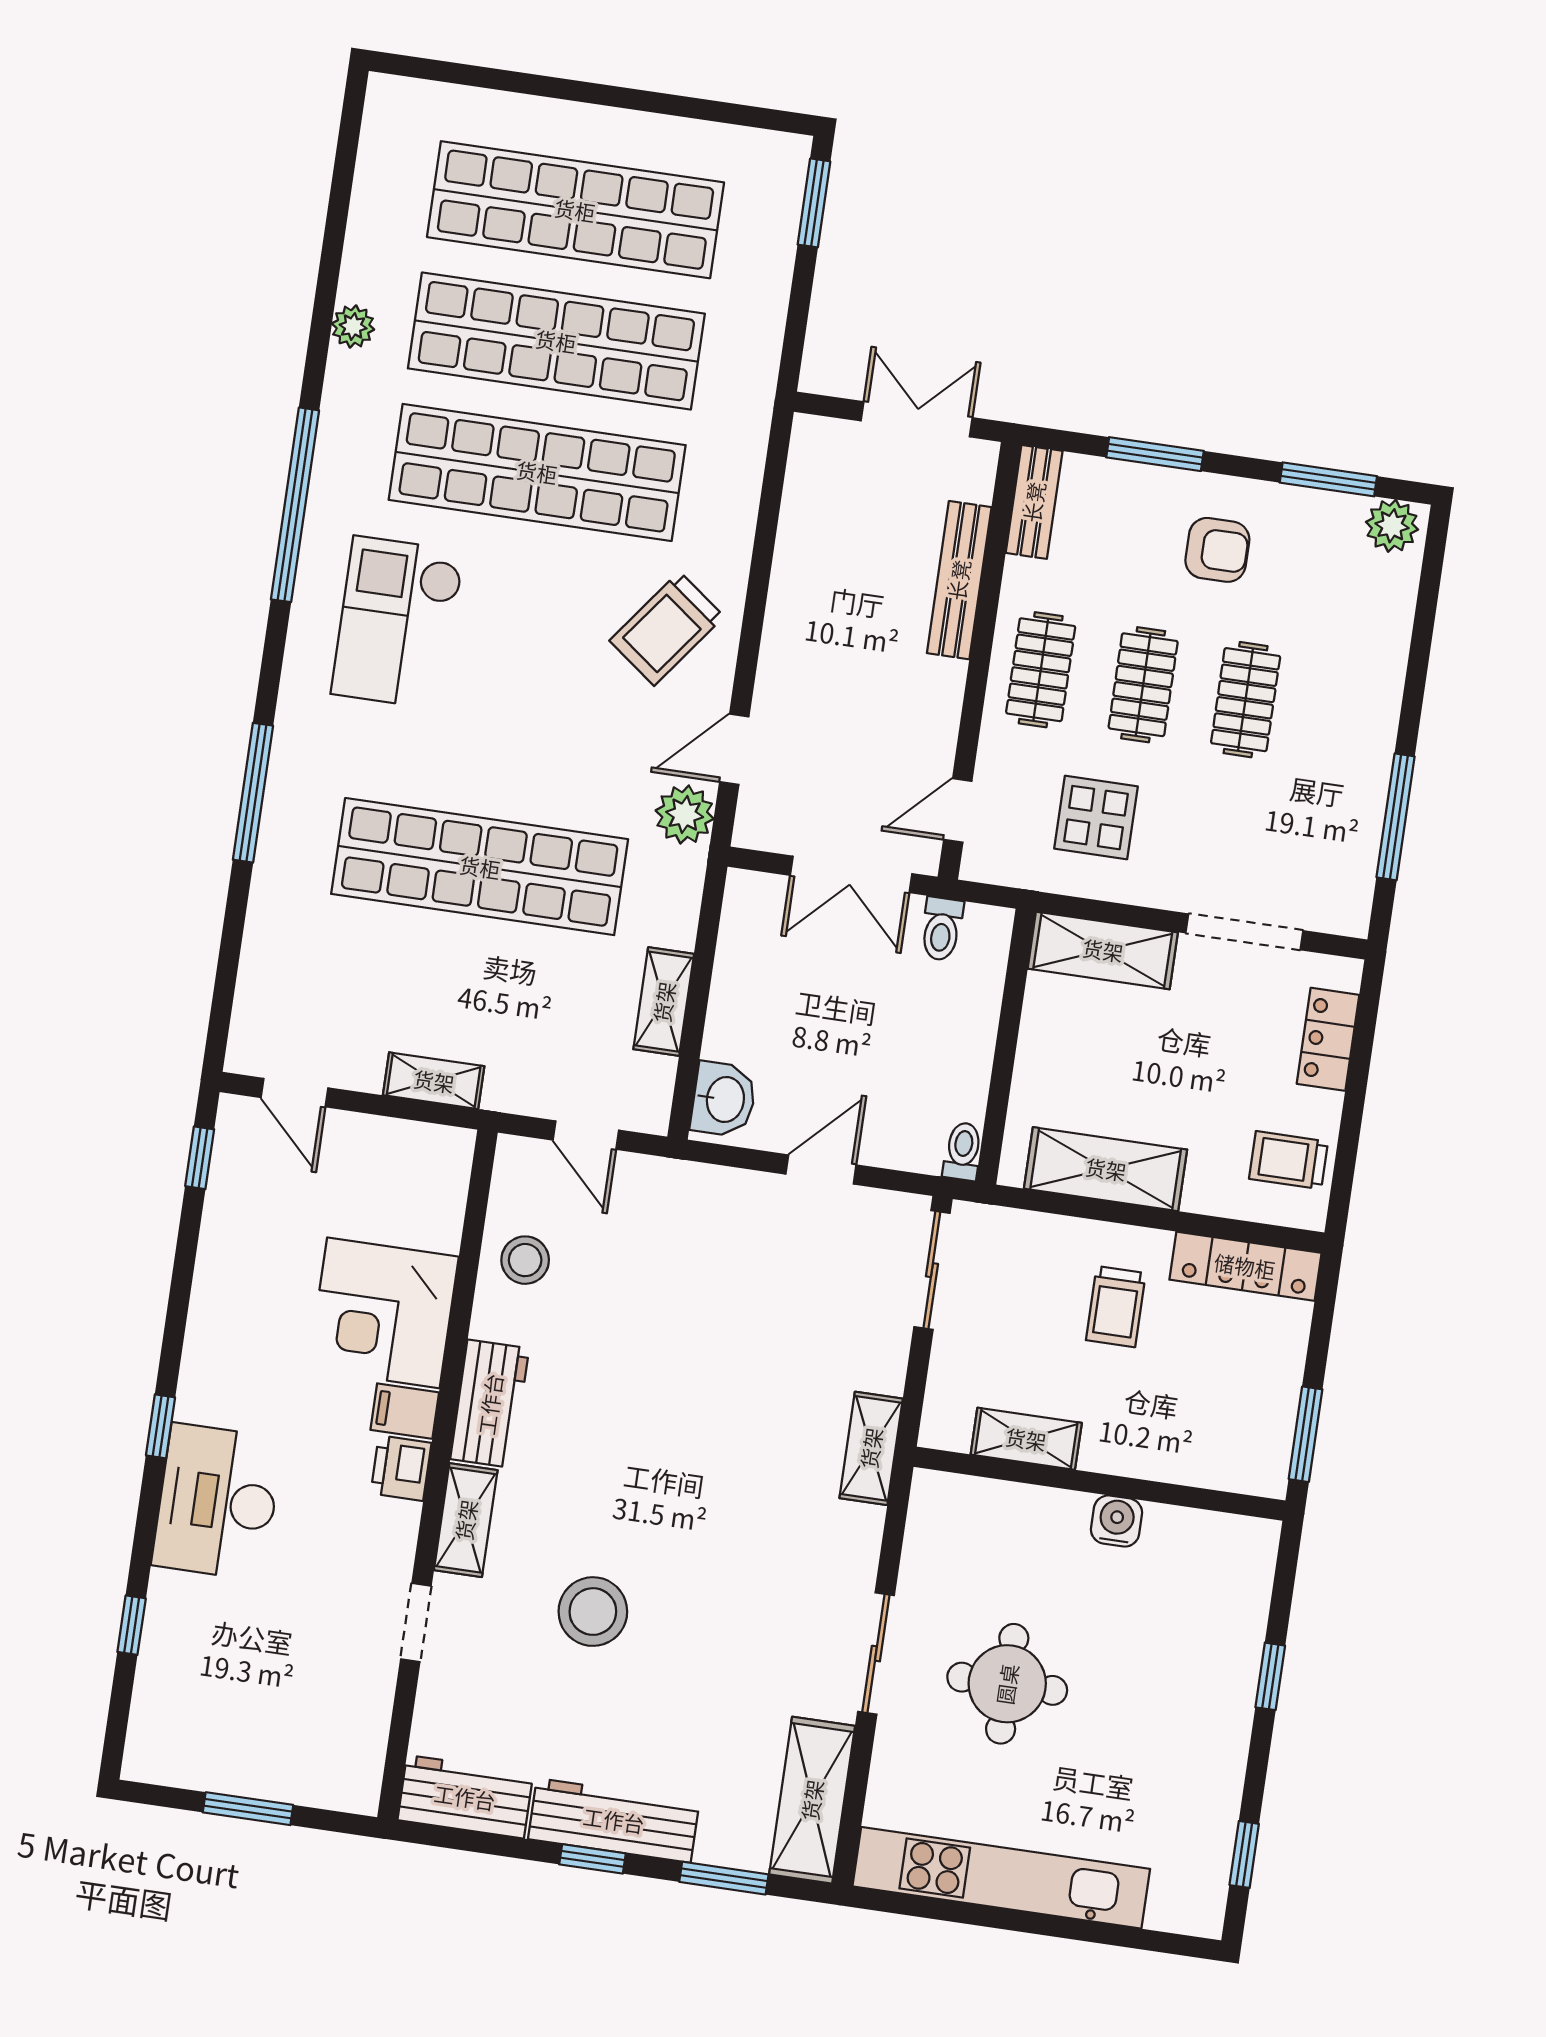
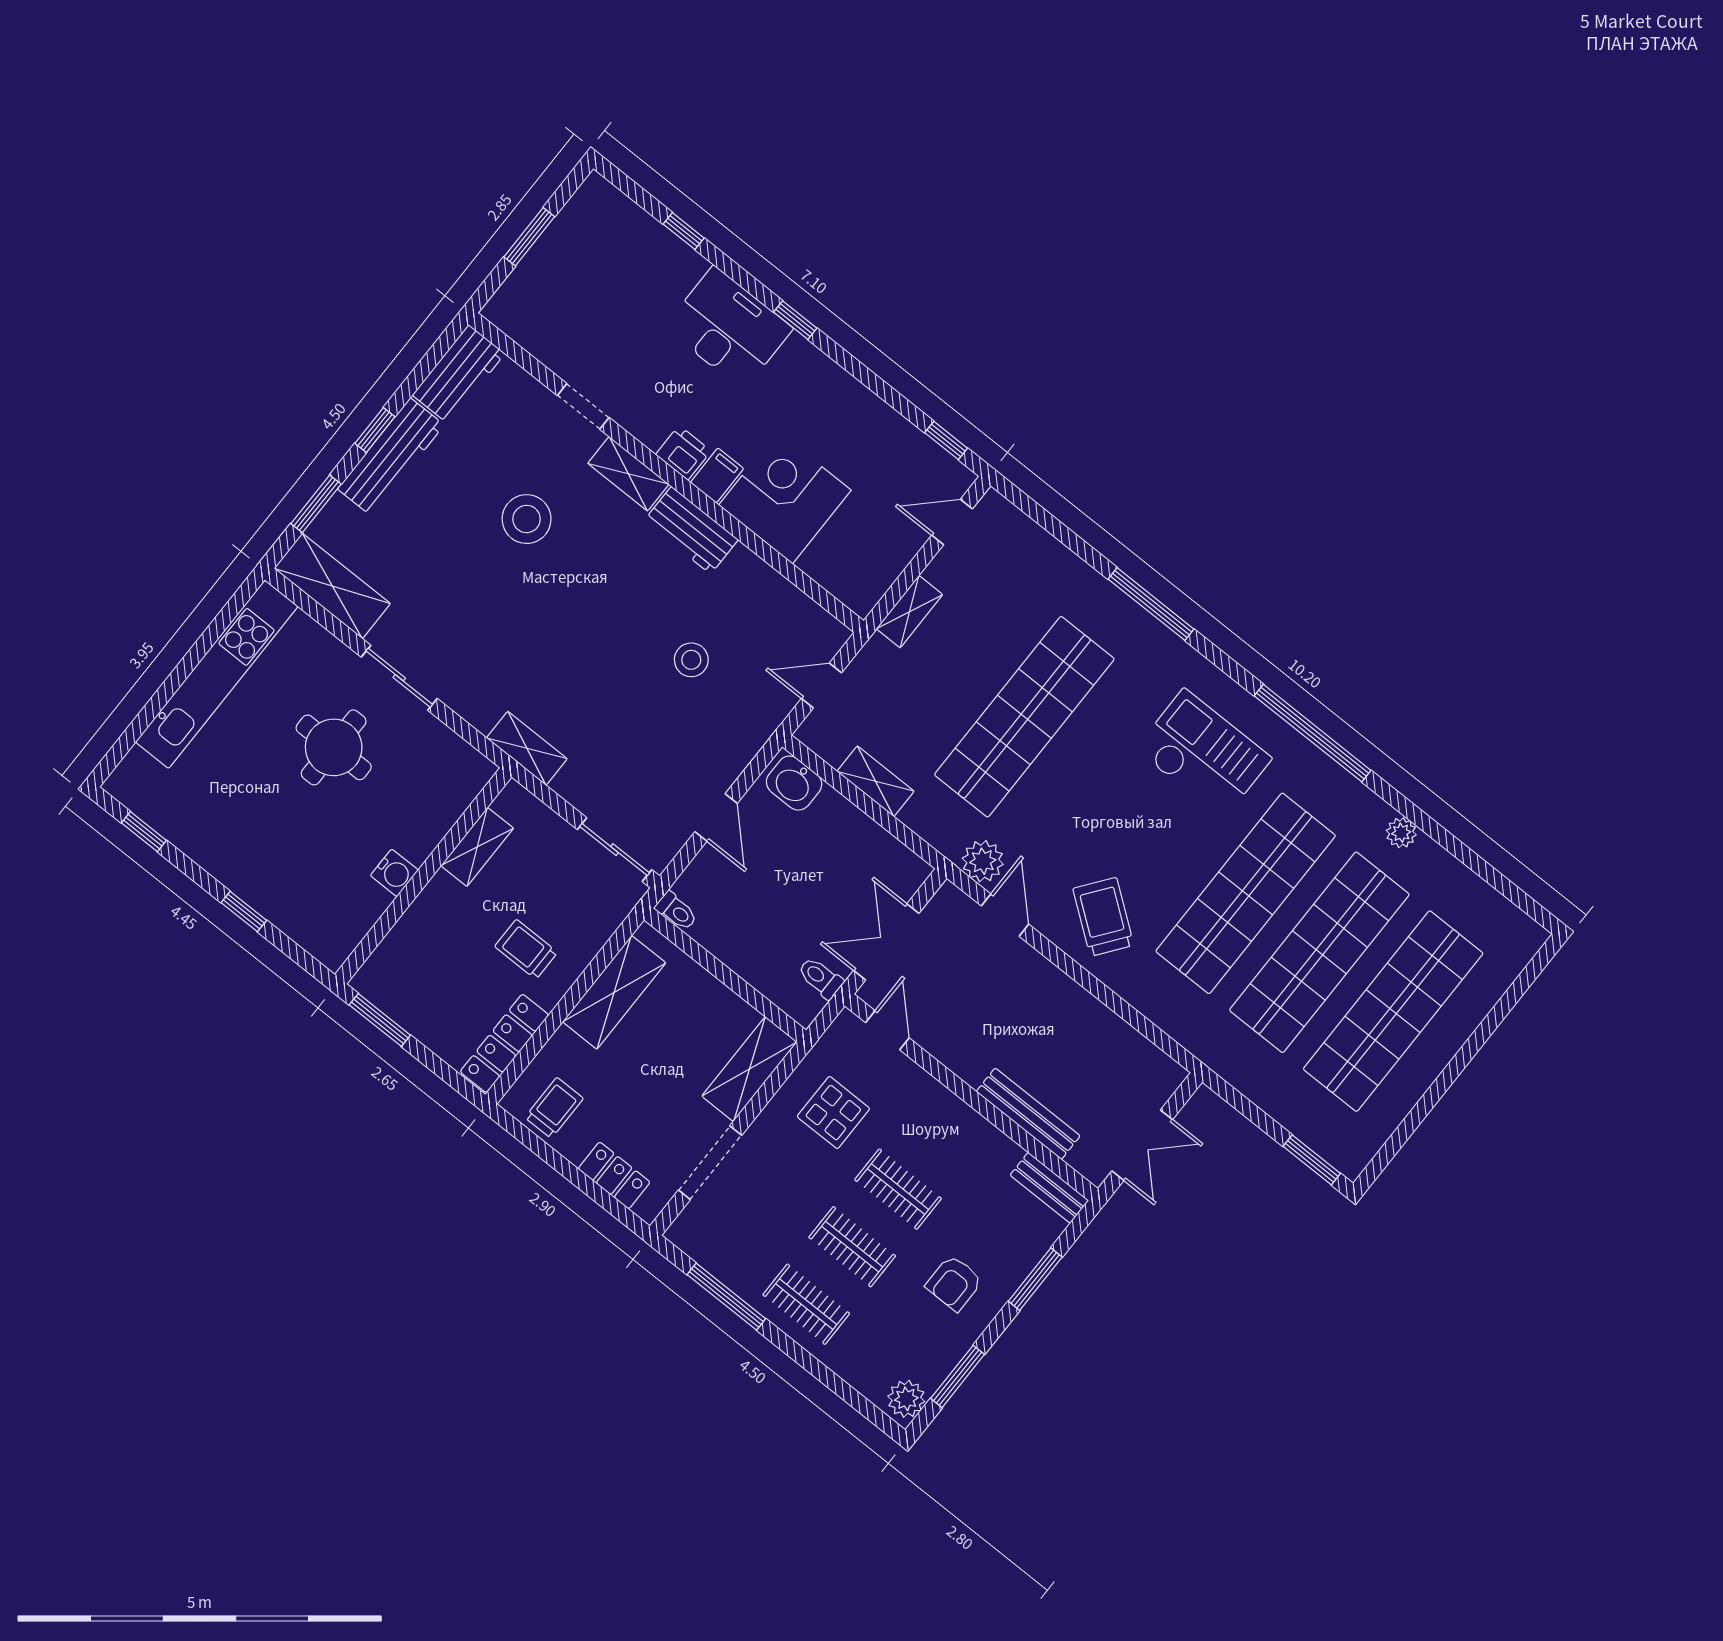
clothes rail: (1041, 670) -> (806, 1304), moved
stool: (525, 1260) -> (691, 660), moved

